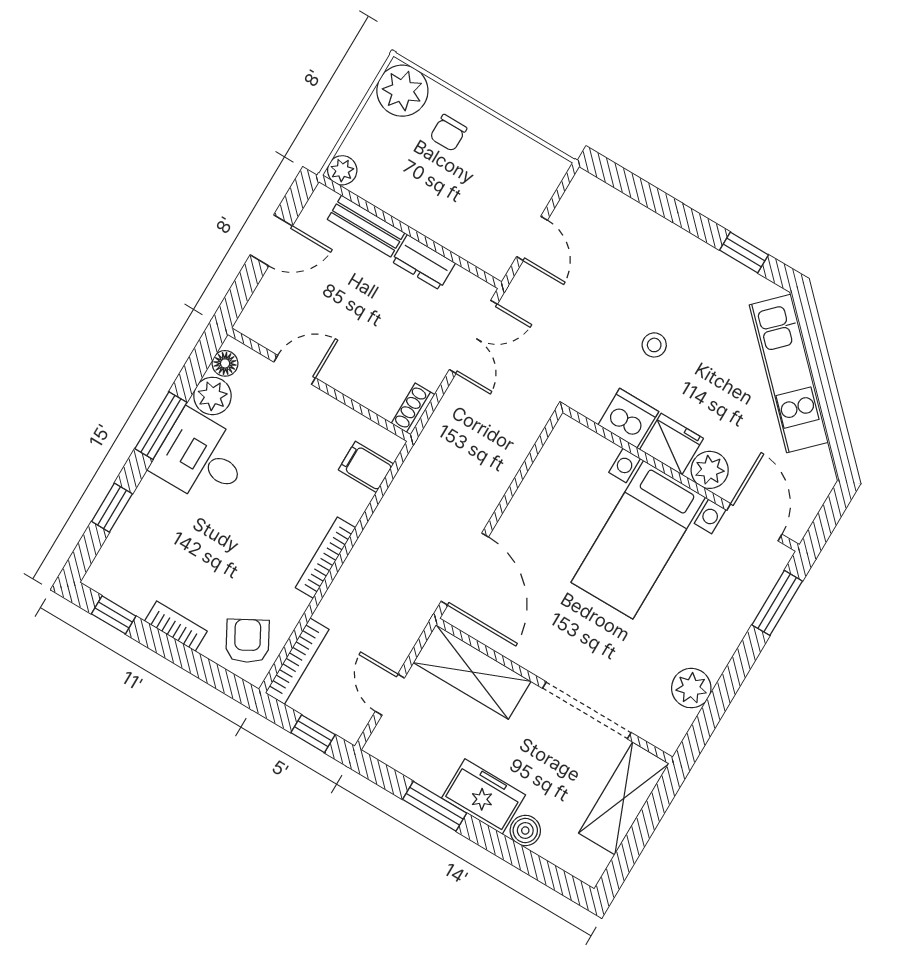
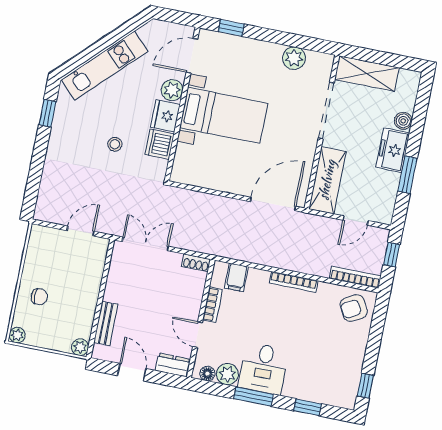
plant: (402, 91) -> (17, 335), width x0.53, depth x0.53
dresser: (423, 262) -> (173, 365), moved, turned -90
window: (777, 603) -> (231, 28), width x0.67
bookcase: (176, 626) -> (212, 305), moved, turned 180

